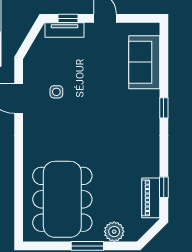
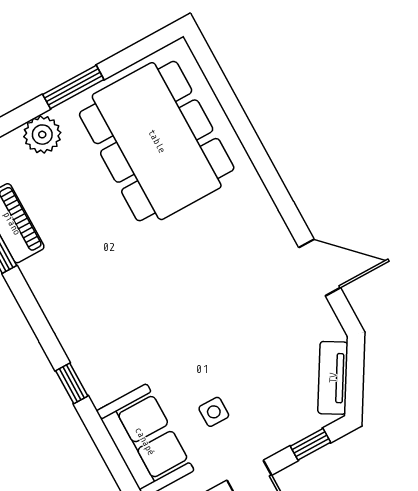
tv unit: (65, 30) -> (333, 378), moved, turned -59
side table: (56, 92) -> (214, 412), moved

